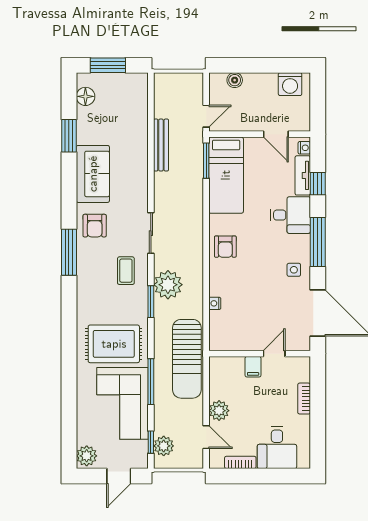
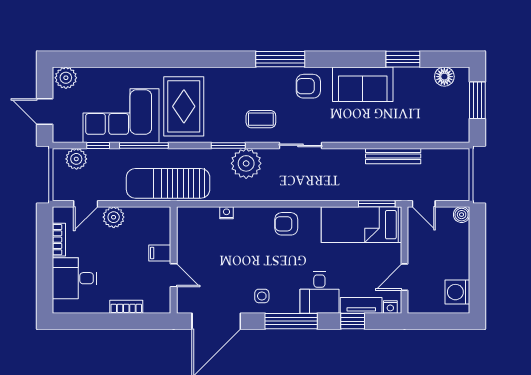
boiler: (235, 80) -> (462, 215), moved
window: (151, 442) -> (98, 145), moved

